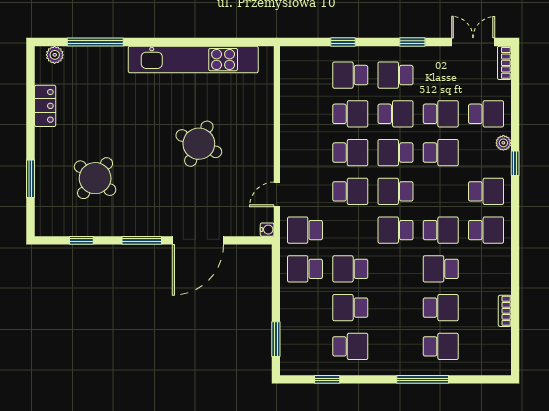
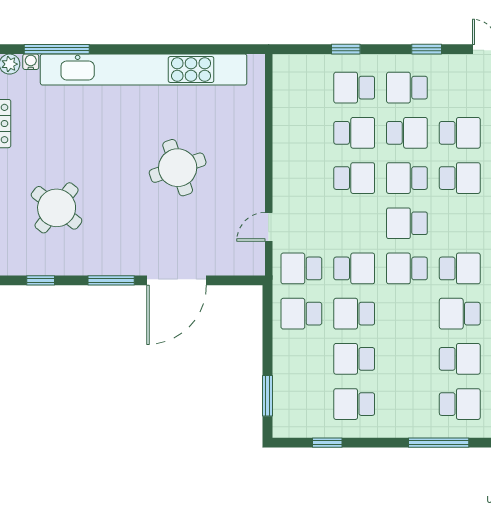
kitchen unit: (193, 60) -> (144, 70), width x1.36
round table: (199, 144) -> (178, 168), turned 45
school desk: (350, 191) -> (354, 268), moved
water cooler: (267, 230) -> (31, 62), moved, turned -90
school desk: (350, 346) -> (354, 404), turned 180

